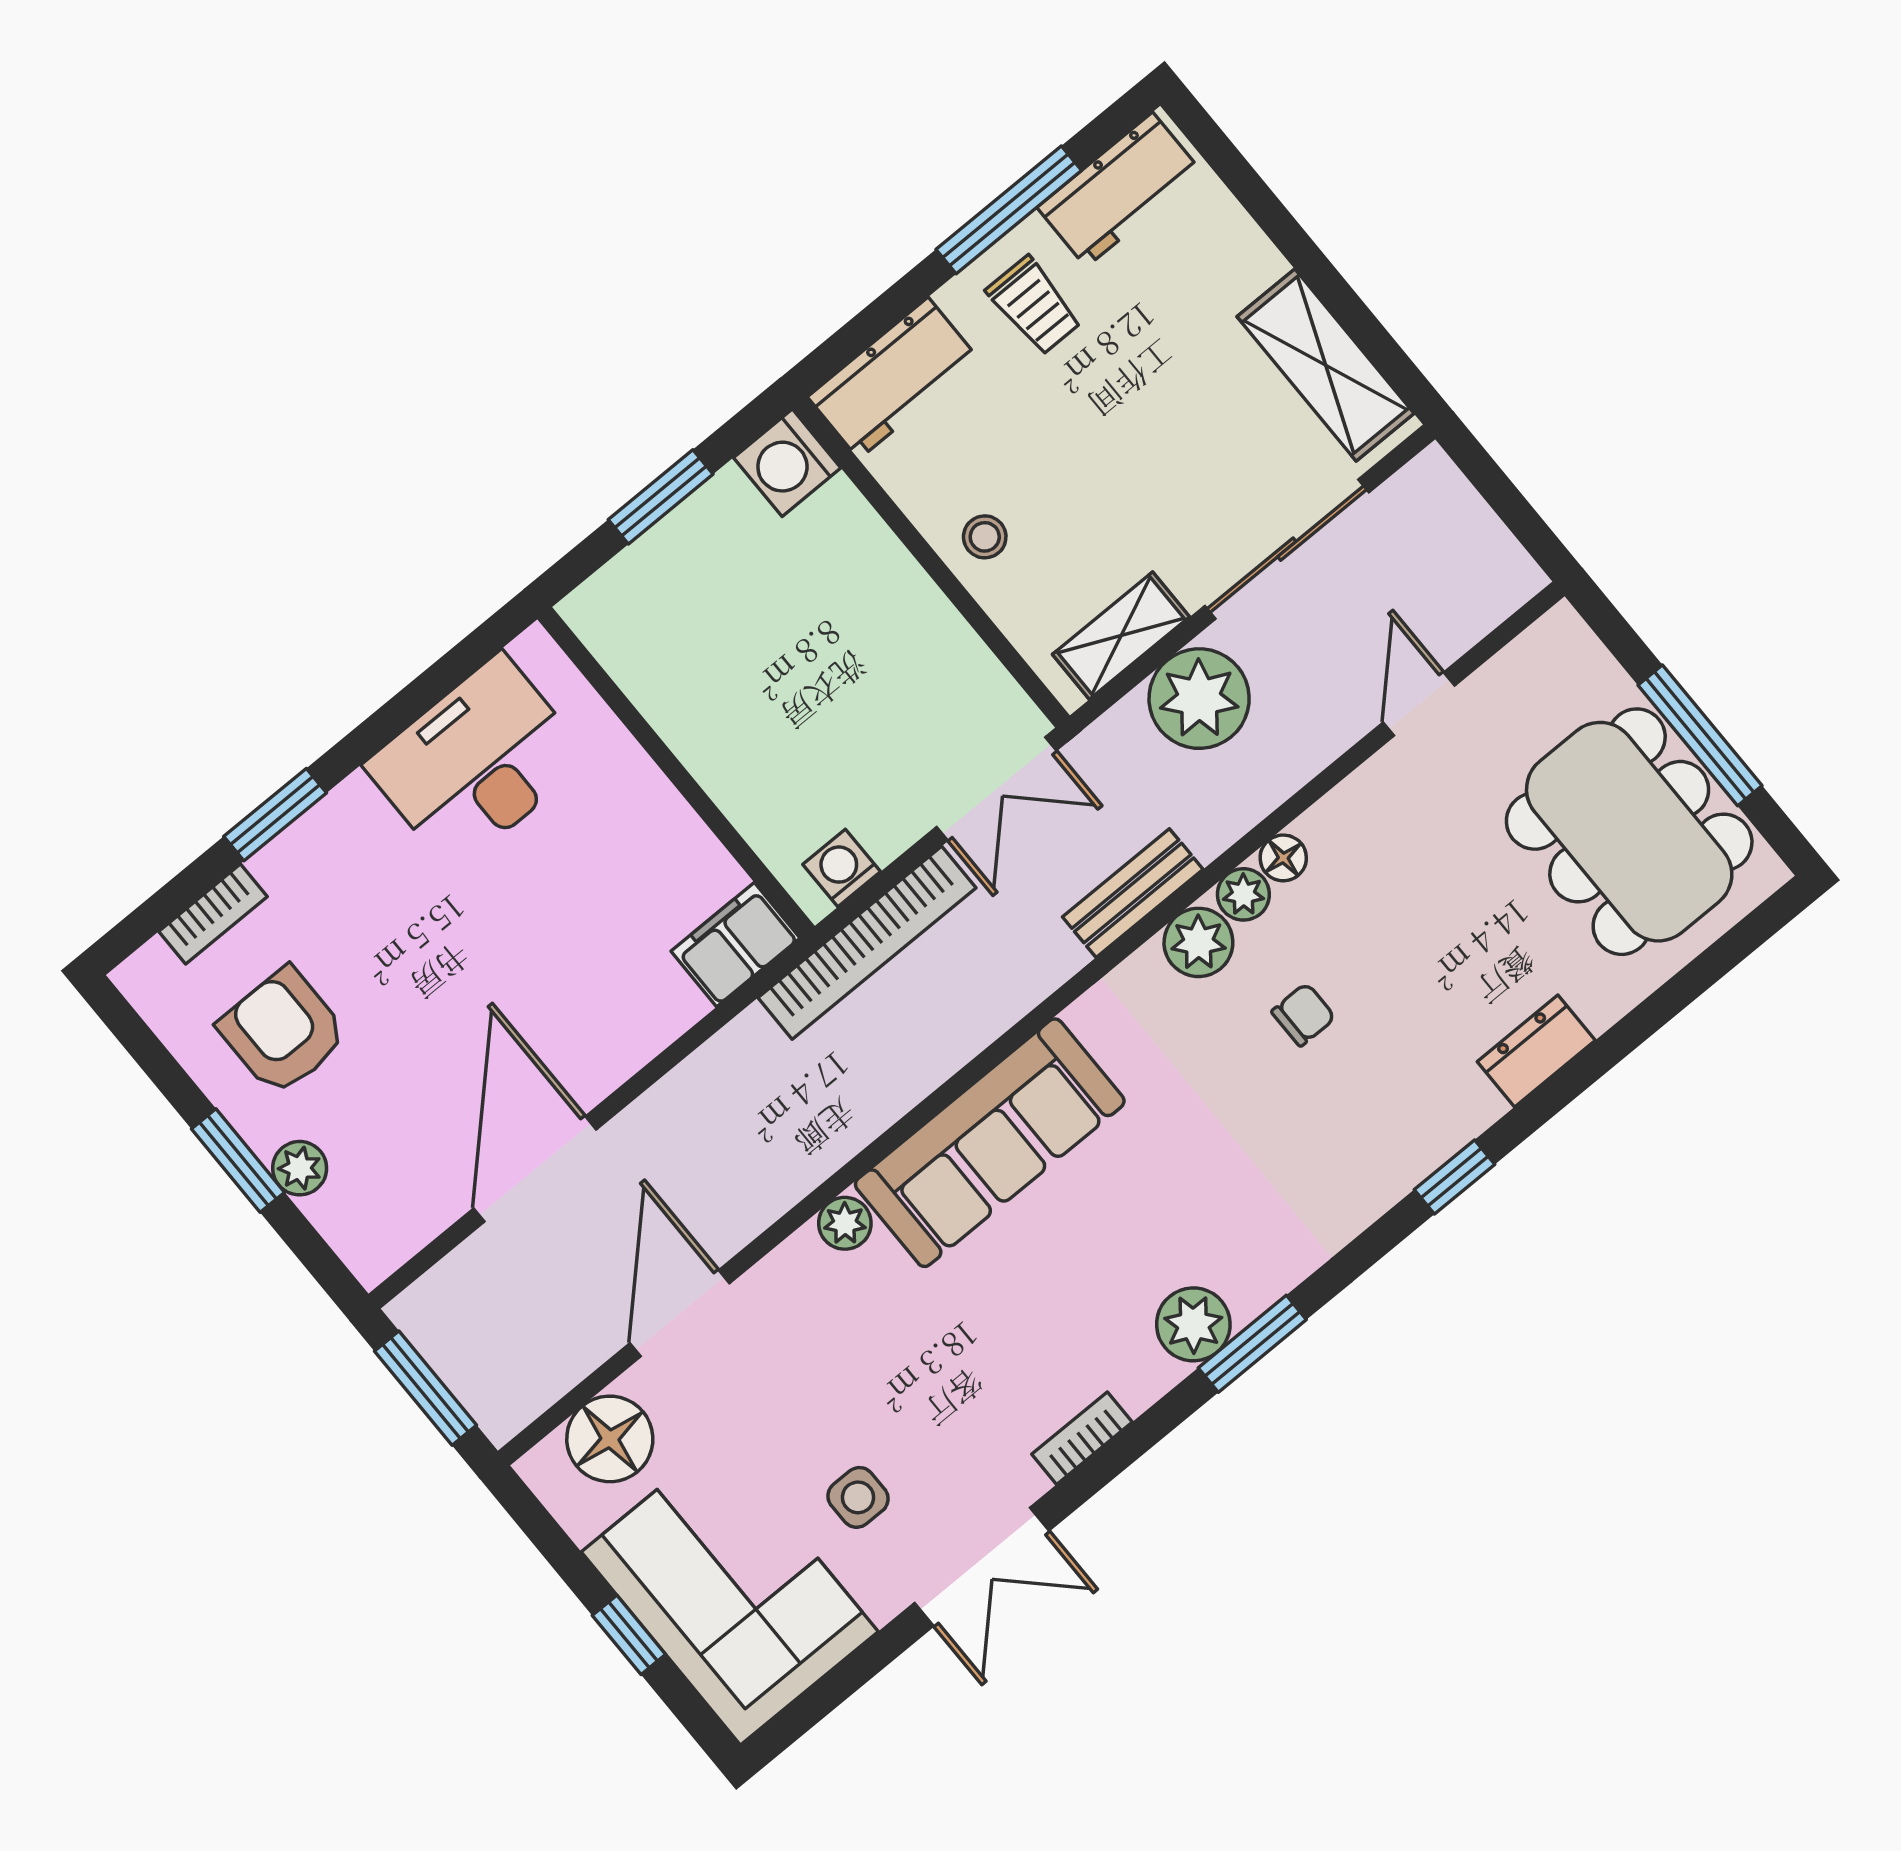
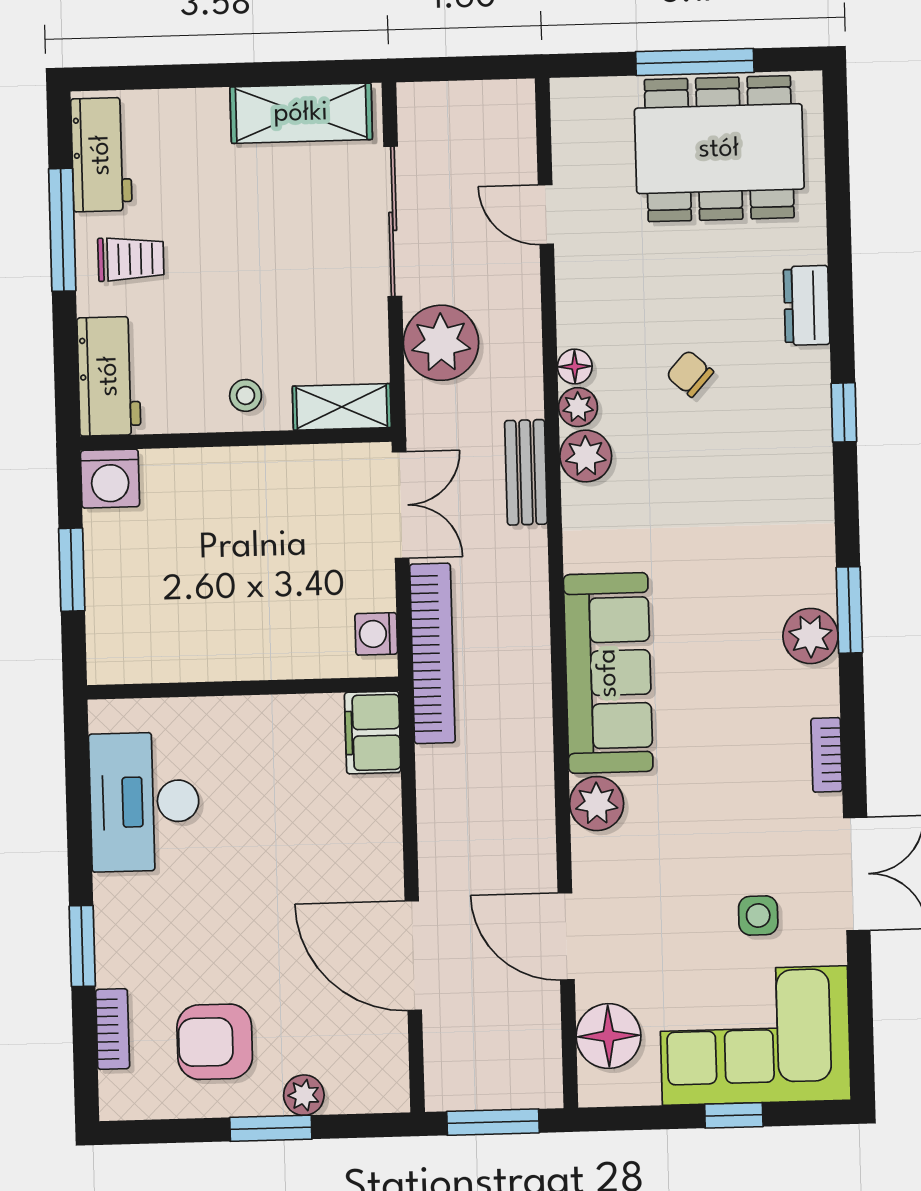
shelving: (1121, 636) -> (342, 407), moved, turned 90
chair: (1303, 1015) -> (690, 374), moved, turned -48
plant: (845, 1223) -> (597, 804), width x1.38, depth x1.38

